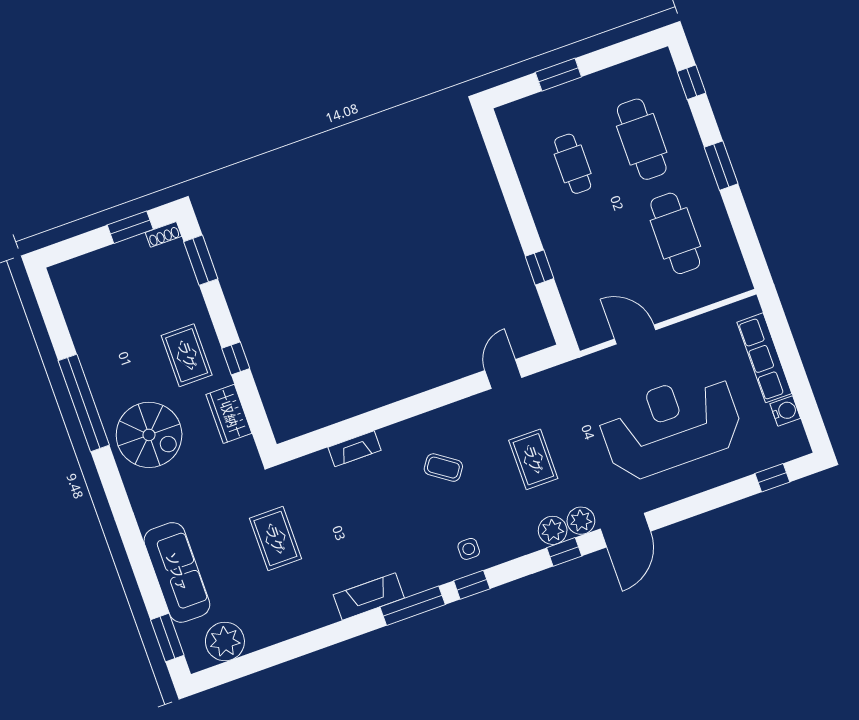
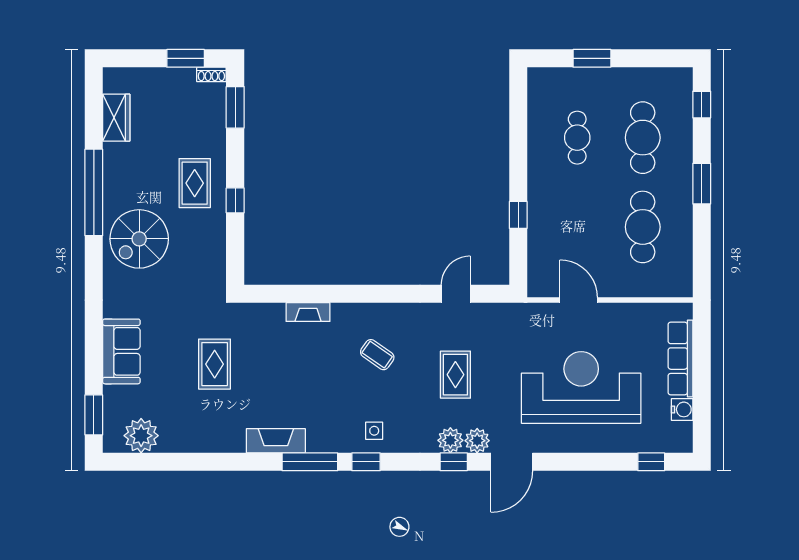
wardrobe: (229, 414) -> (116, 118), moved, turned 180
spiral stairs: (149, 435) -> (139, 239), turned 90
sofa: (177, 572) -> (121, 351), width x0.73

